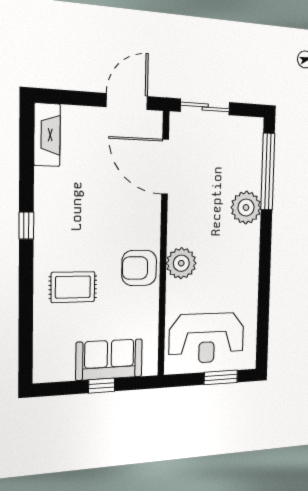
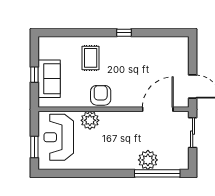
fireplace: (47, 135) -> (172, 43), removed
plant: (246, 208) -> (148, 160), moved
plant: (181, 263) -> (90, 120), moved

